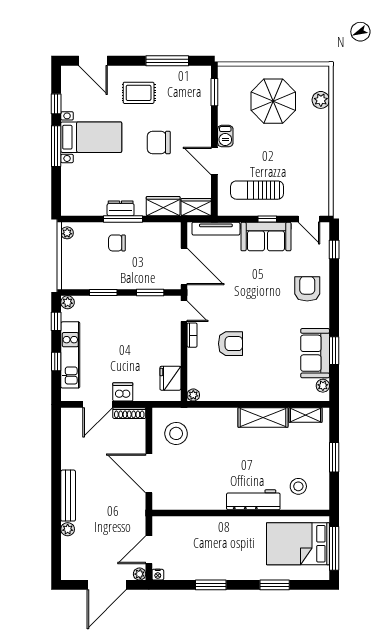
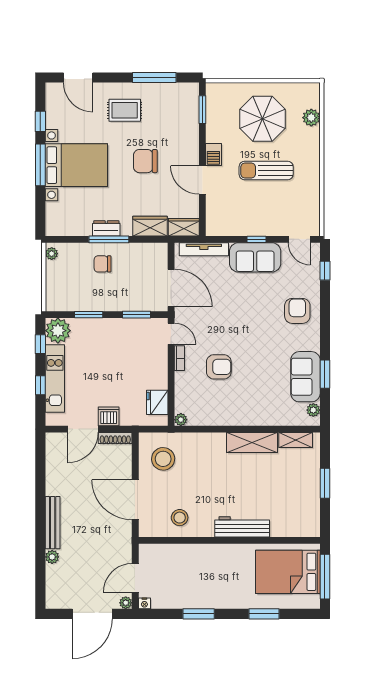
bed with nightstands: (91, 137) -> (76, 165), width x1.36
sun lounger: (257, 190) -> (266, 170), moved
plant: (68, 302) -> (58, 331), width x1.87, depth x1.87
stool: (298, 486) -> (180, 518), moved

